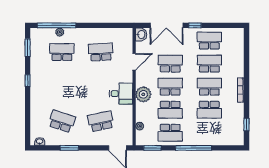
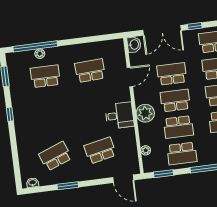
school desk: (62, 121) -> (55, 156), turned -39

